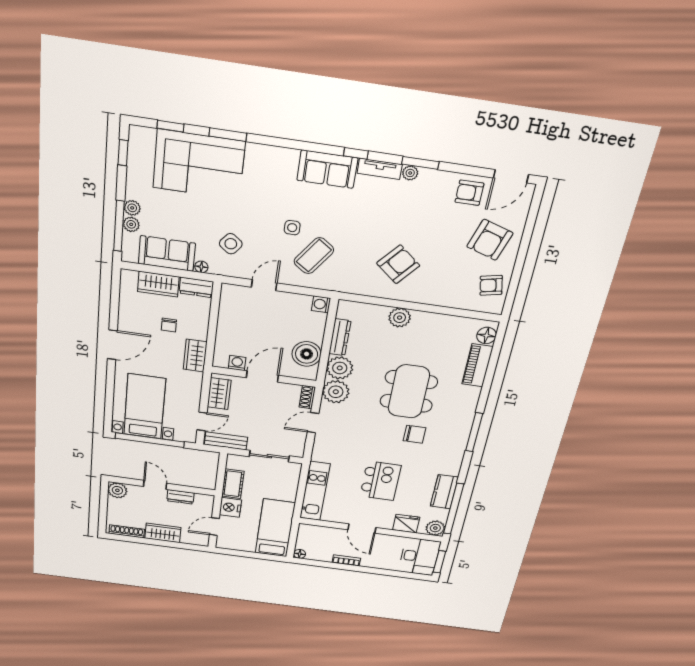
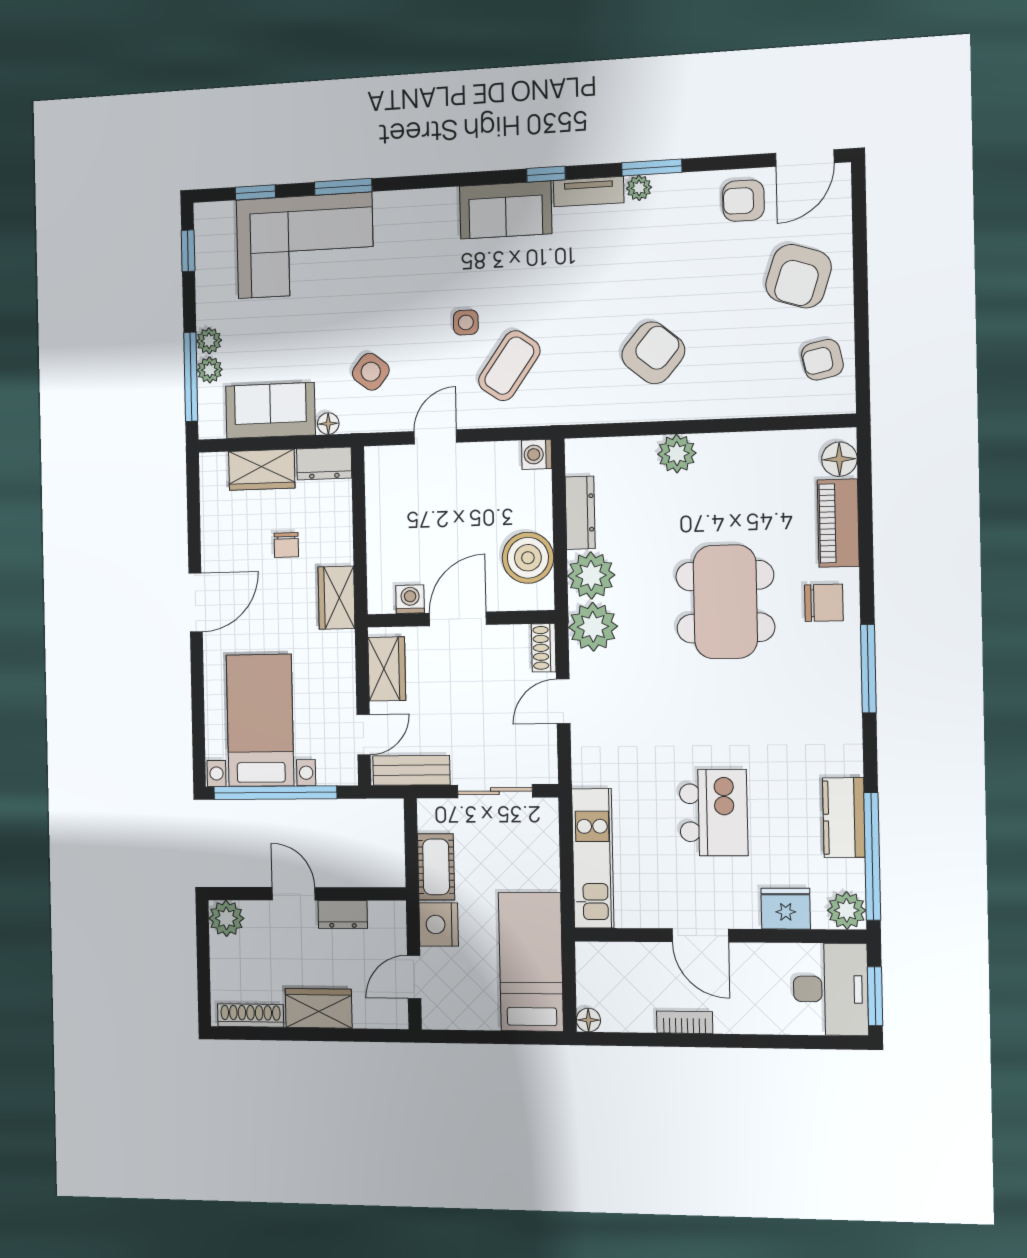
chair: (414, 434) -> (824, 603), moved

